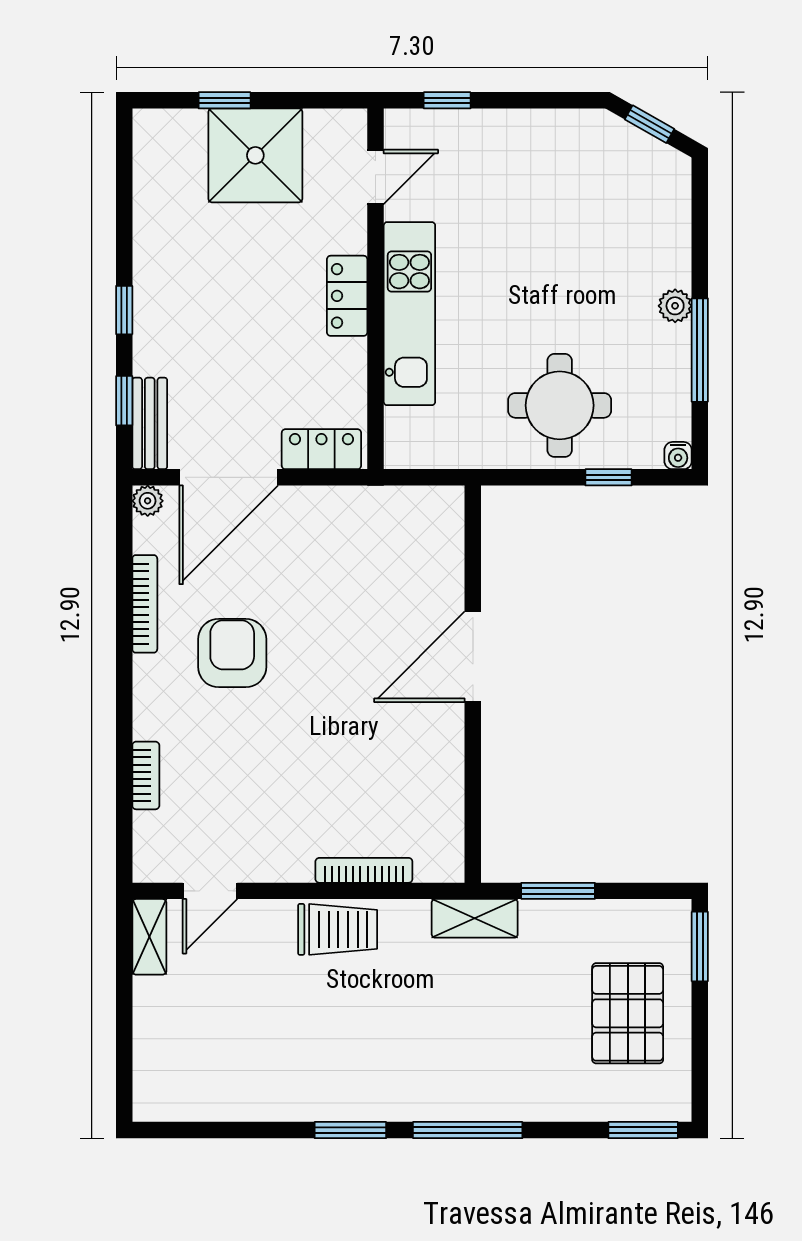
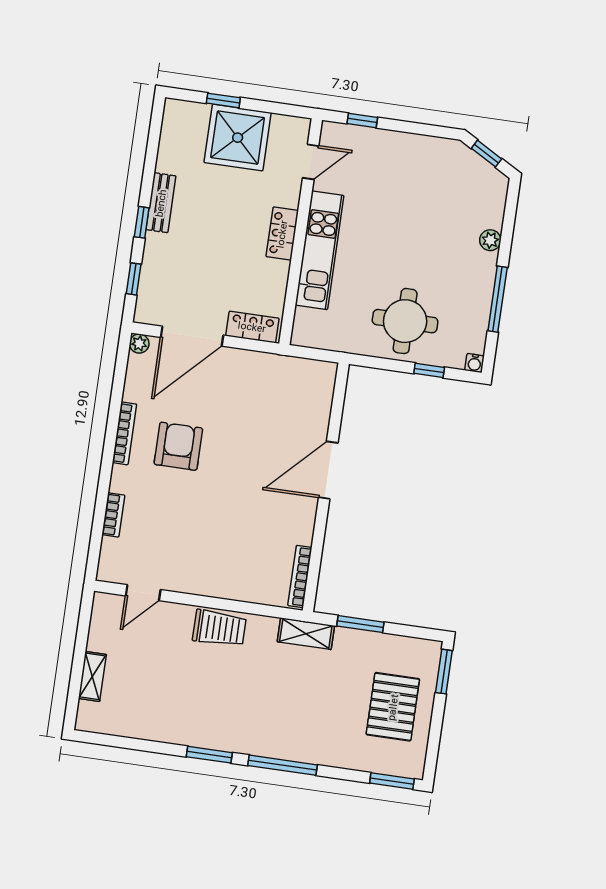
plant: (675, 306) -> (490, 240), moved
bench: (150, 423) -> (161, 203), moved
bookcase: (145, 604) -> (124, 433), moved
bookcase: (364, 870) -> (300, 576), moved, turned -90
shelving: (149, 937) -> (92, 676), moved

